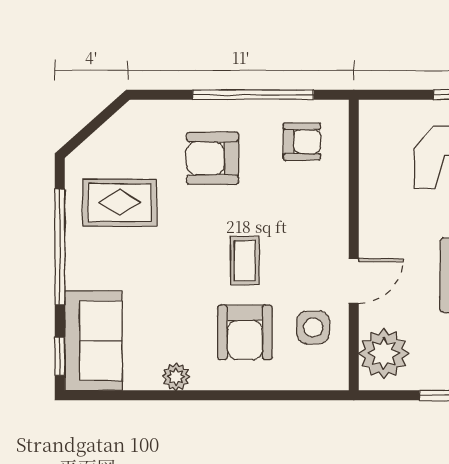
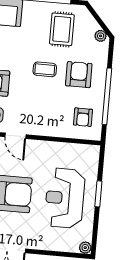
plant: (127, 119) -> (101, 36), added
coffee table: (245, 261) -> (45, 69), moved

